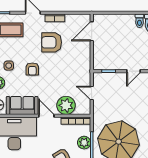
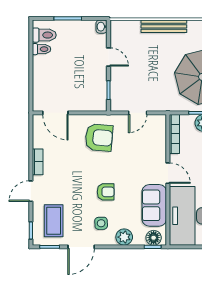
armchair: (52, 42) -> (99, 138), moved, turned -85
plant: (66, 105) -> (154, 147), removed
door: (46, 116) -> (168, 173), swing flipped

